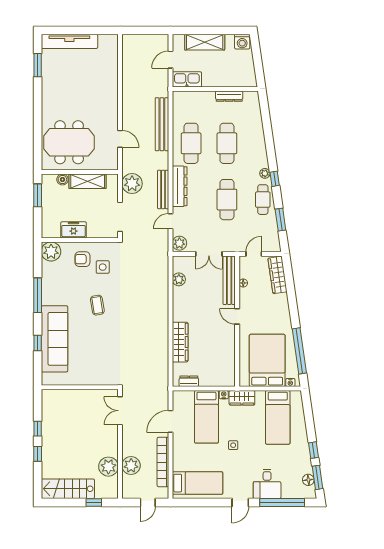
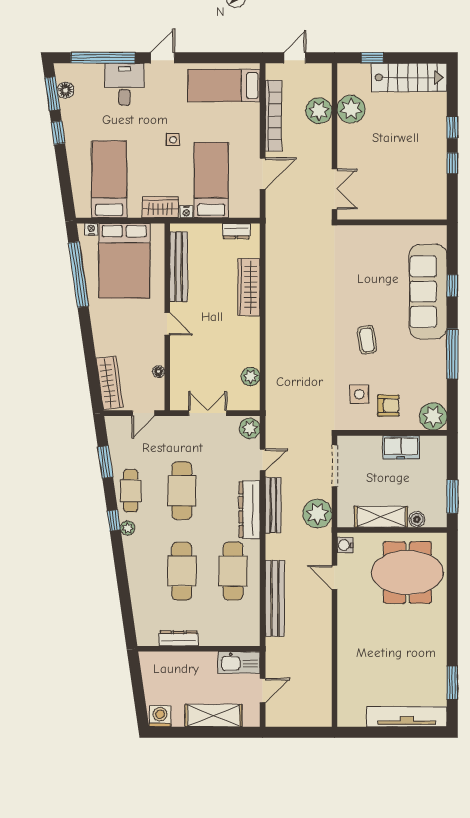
water cooler: (113, 162) -> (345, 545), added
bench: (229, 280) -> (179, 267), moved

